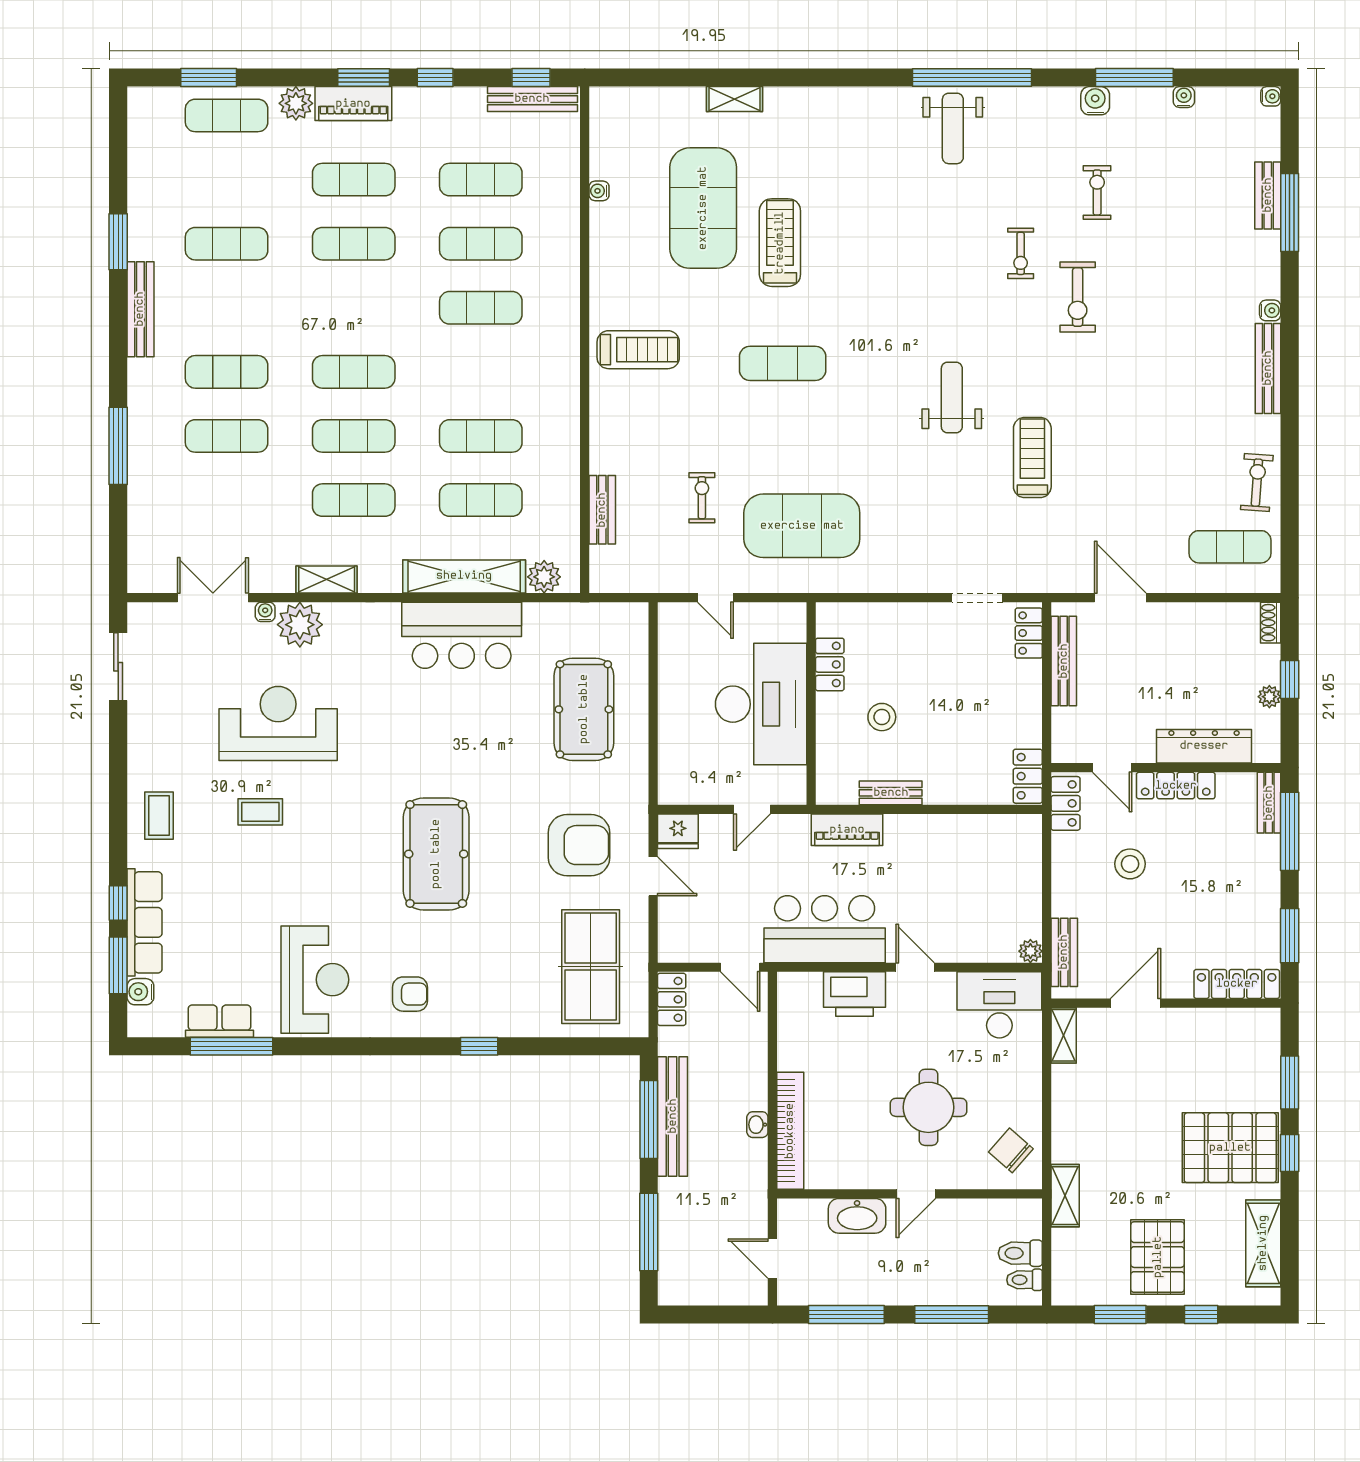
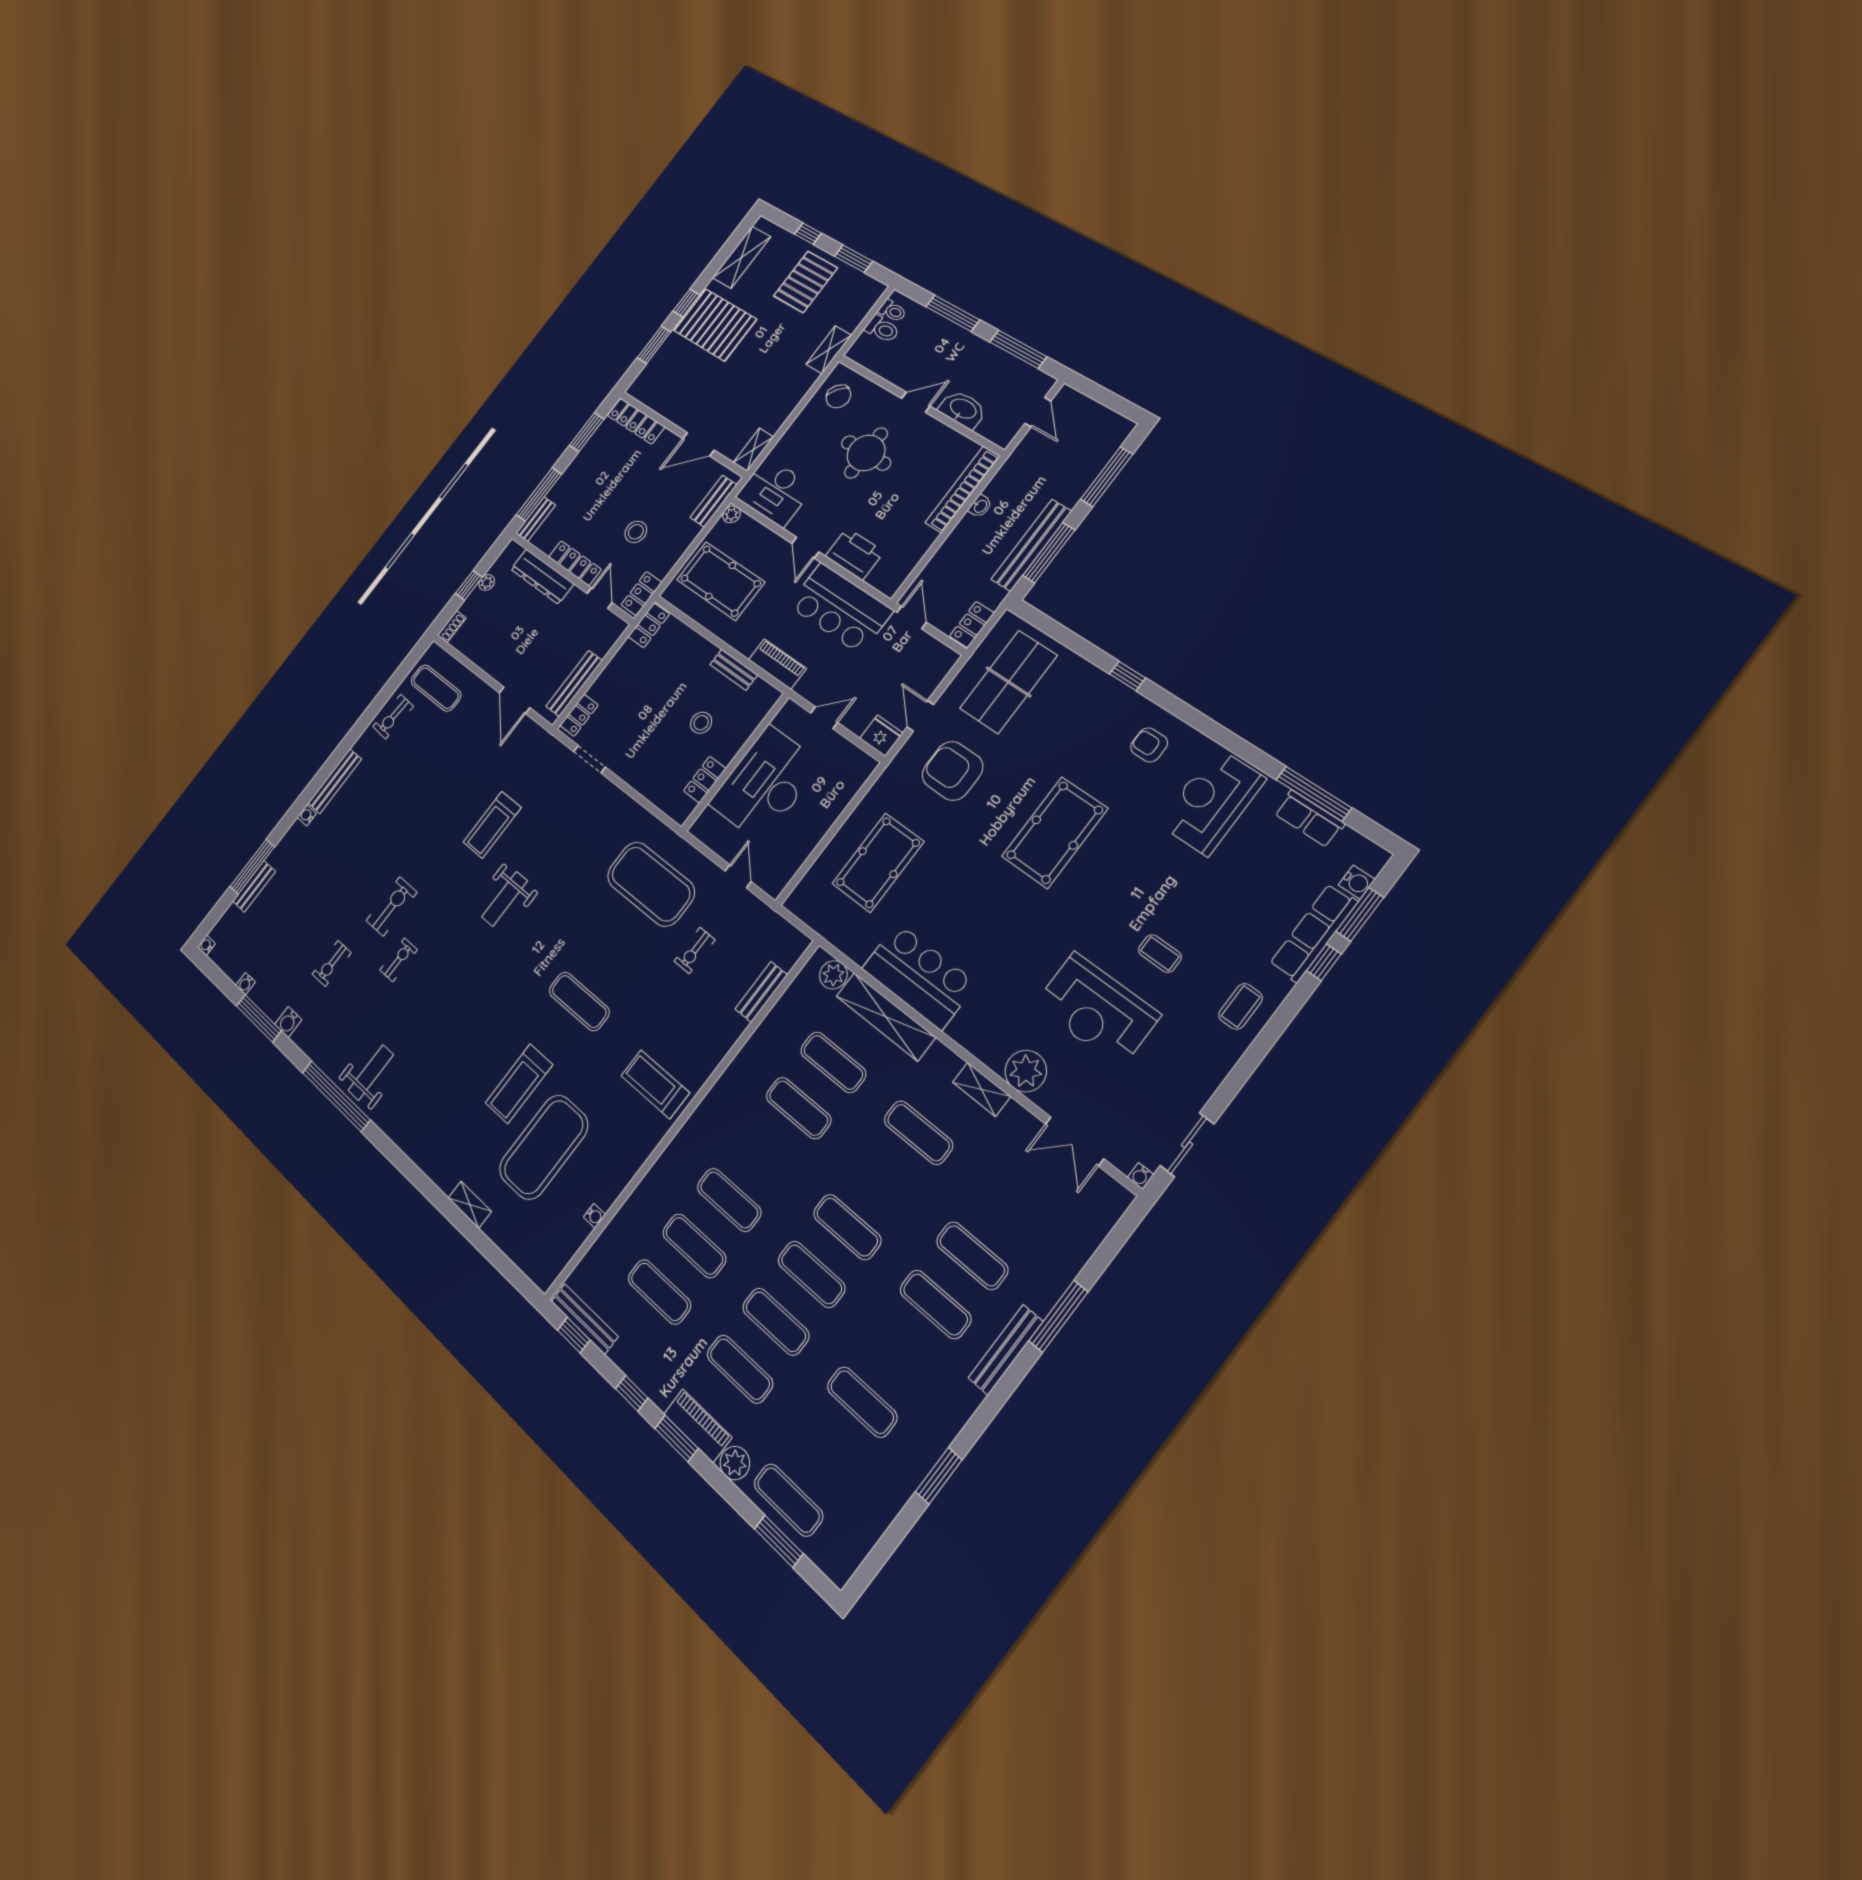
bench: (140, 309) -> (1006, 1350), moved
exercise mat: (354, 436) -> (812, 1274), moved
water cooler: (265, 612) -> (1141, 1176), moved
pool table: (983, 874) -> (721, 581), added

